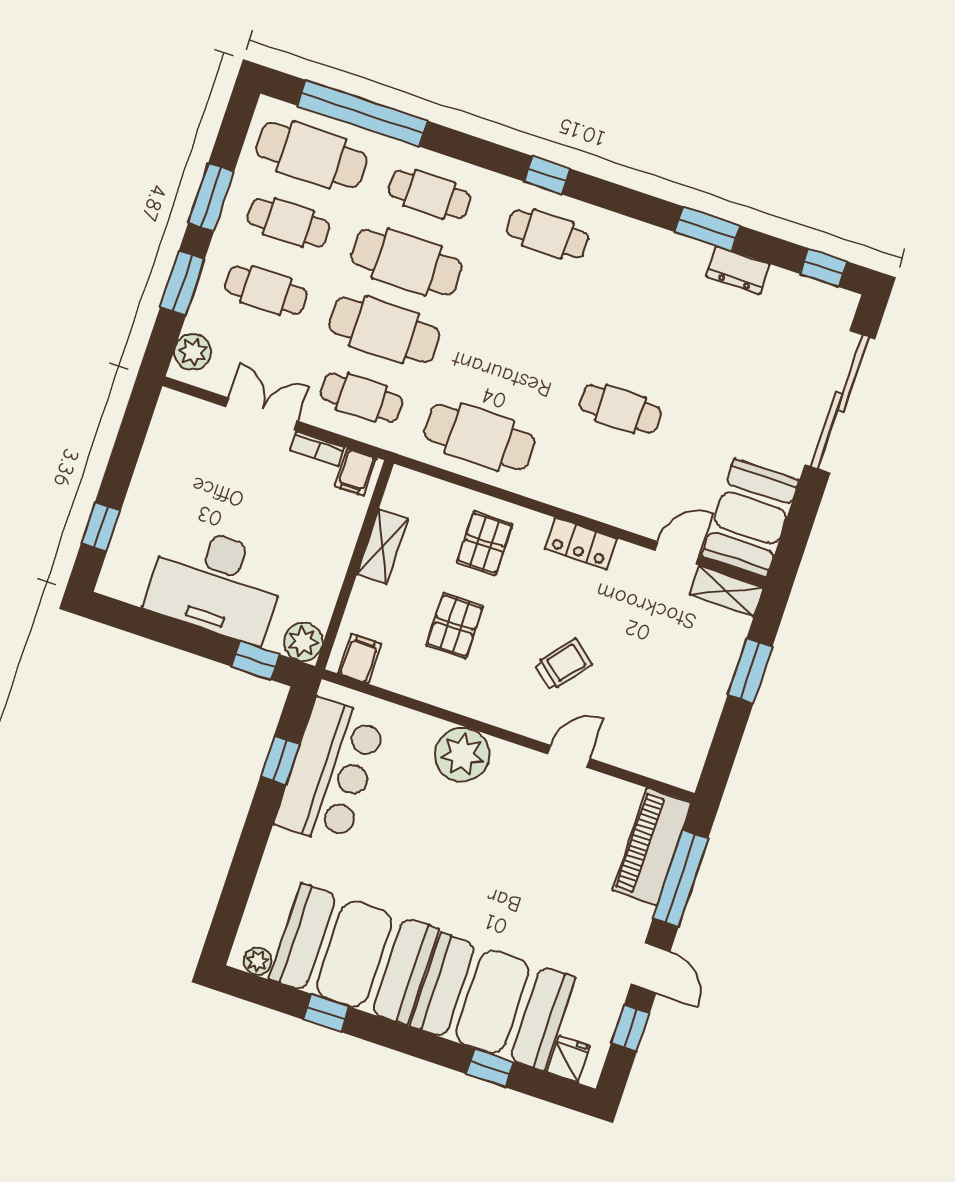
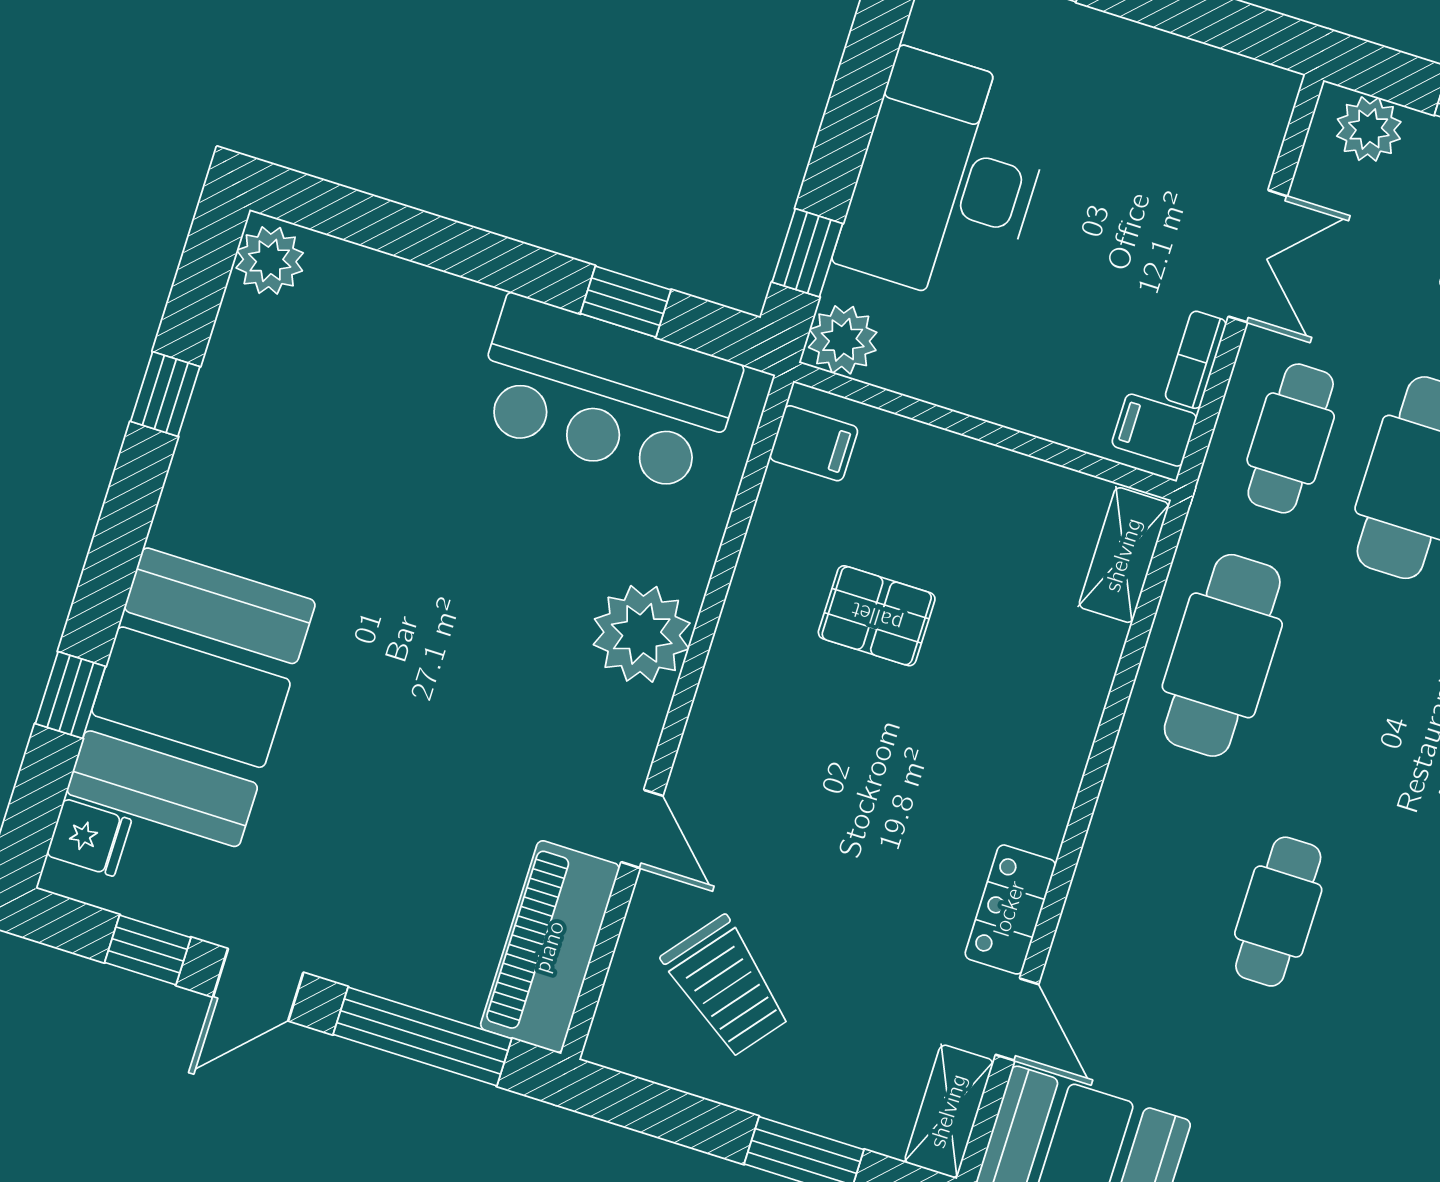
pallet: (485, 543) -> (1029, 668), removed
locker: (581, 544) -> (1010, 909), moved
shelving: (382, 547) -> (1124, 555), moved, turned 90
trolley: (563, 664) -> (727, 987), moved, width x1.36, depth x1.39
piano: (652, 847) -> (550, 947), moved, turned -90
booth: (354, 954) -> (274, 443), removed
plant: (258, 961) -> (270, 260), width x1.38, depth x1.38

